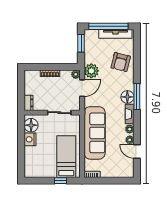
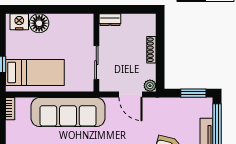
plant: (91, 71) -> (155, 108), removed
floor lamp: (31, 125) -> (39, 23), moved
nightstand: (30, 139) -> (19, 22), moved

